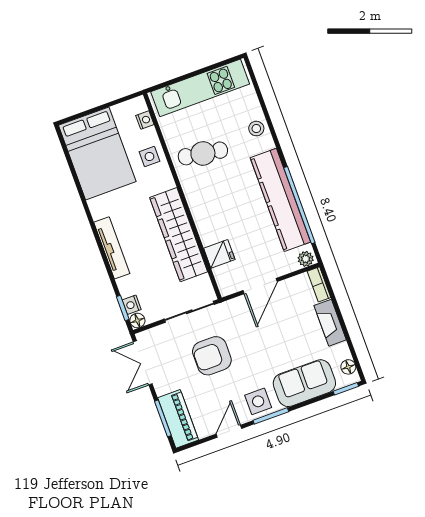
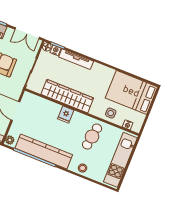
tv unit: (112, 248) -> (76, 59), moved
fridge: (219, 254) -> (66, 115), moved
double door: (143, 363) -> (27, 33), swing flipped

